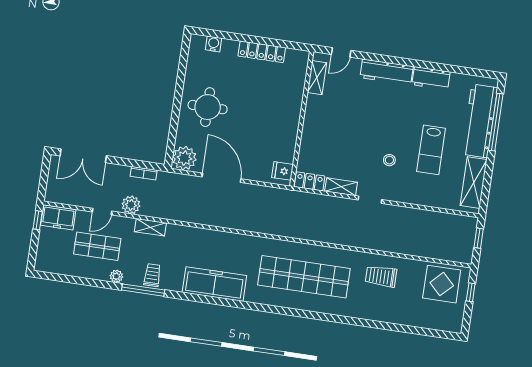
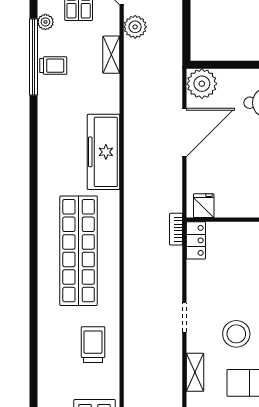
stool: (389, 160) -> (236, 334), width x1.89, depth x1.89
bookcase: (144, 173) -> (176, 229), moved
shelving: (341, 187) -> (195, 372), moved
freezer: (214, 284) -> (104, 152), moved, turned 180
window: (143, 290) -> (33, 57), width x1.46

